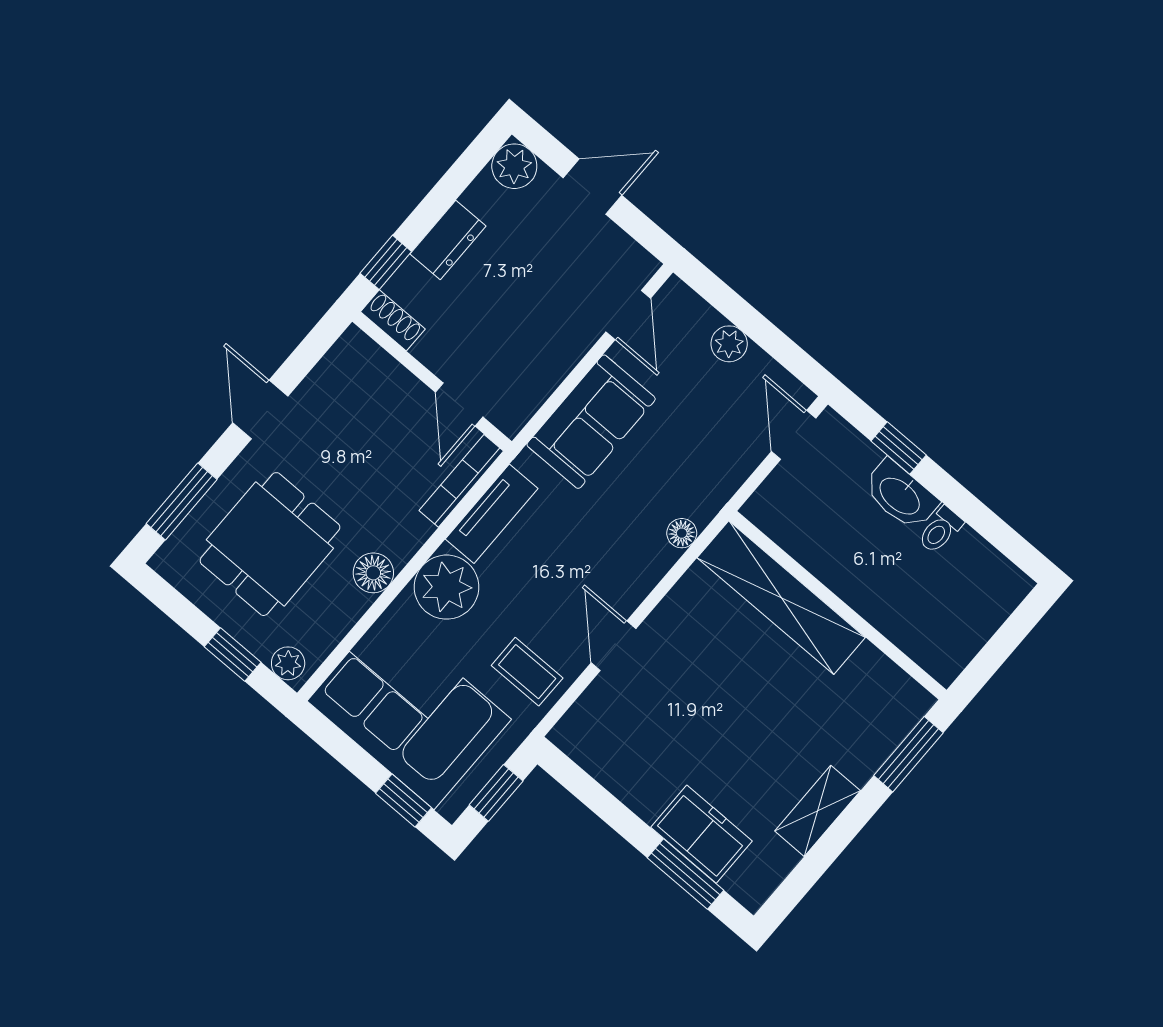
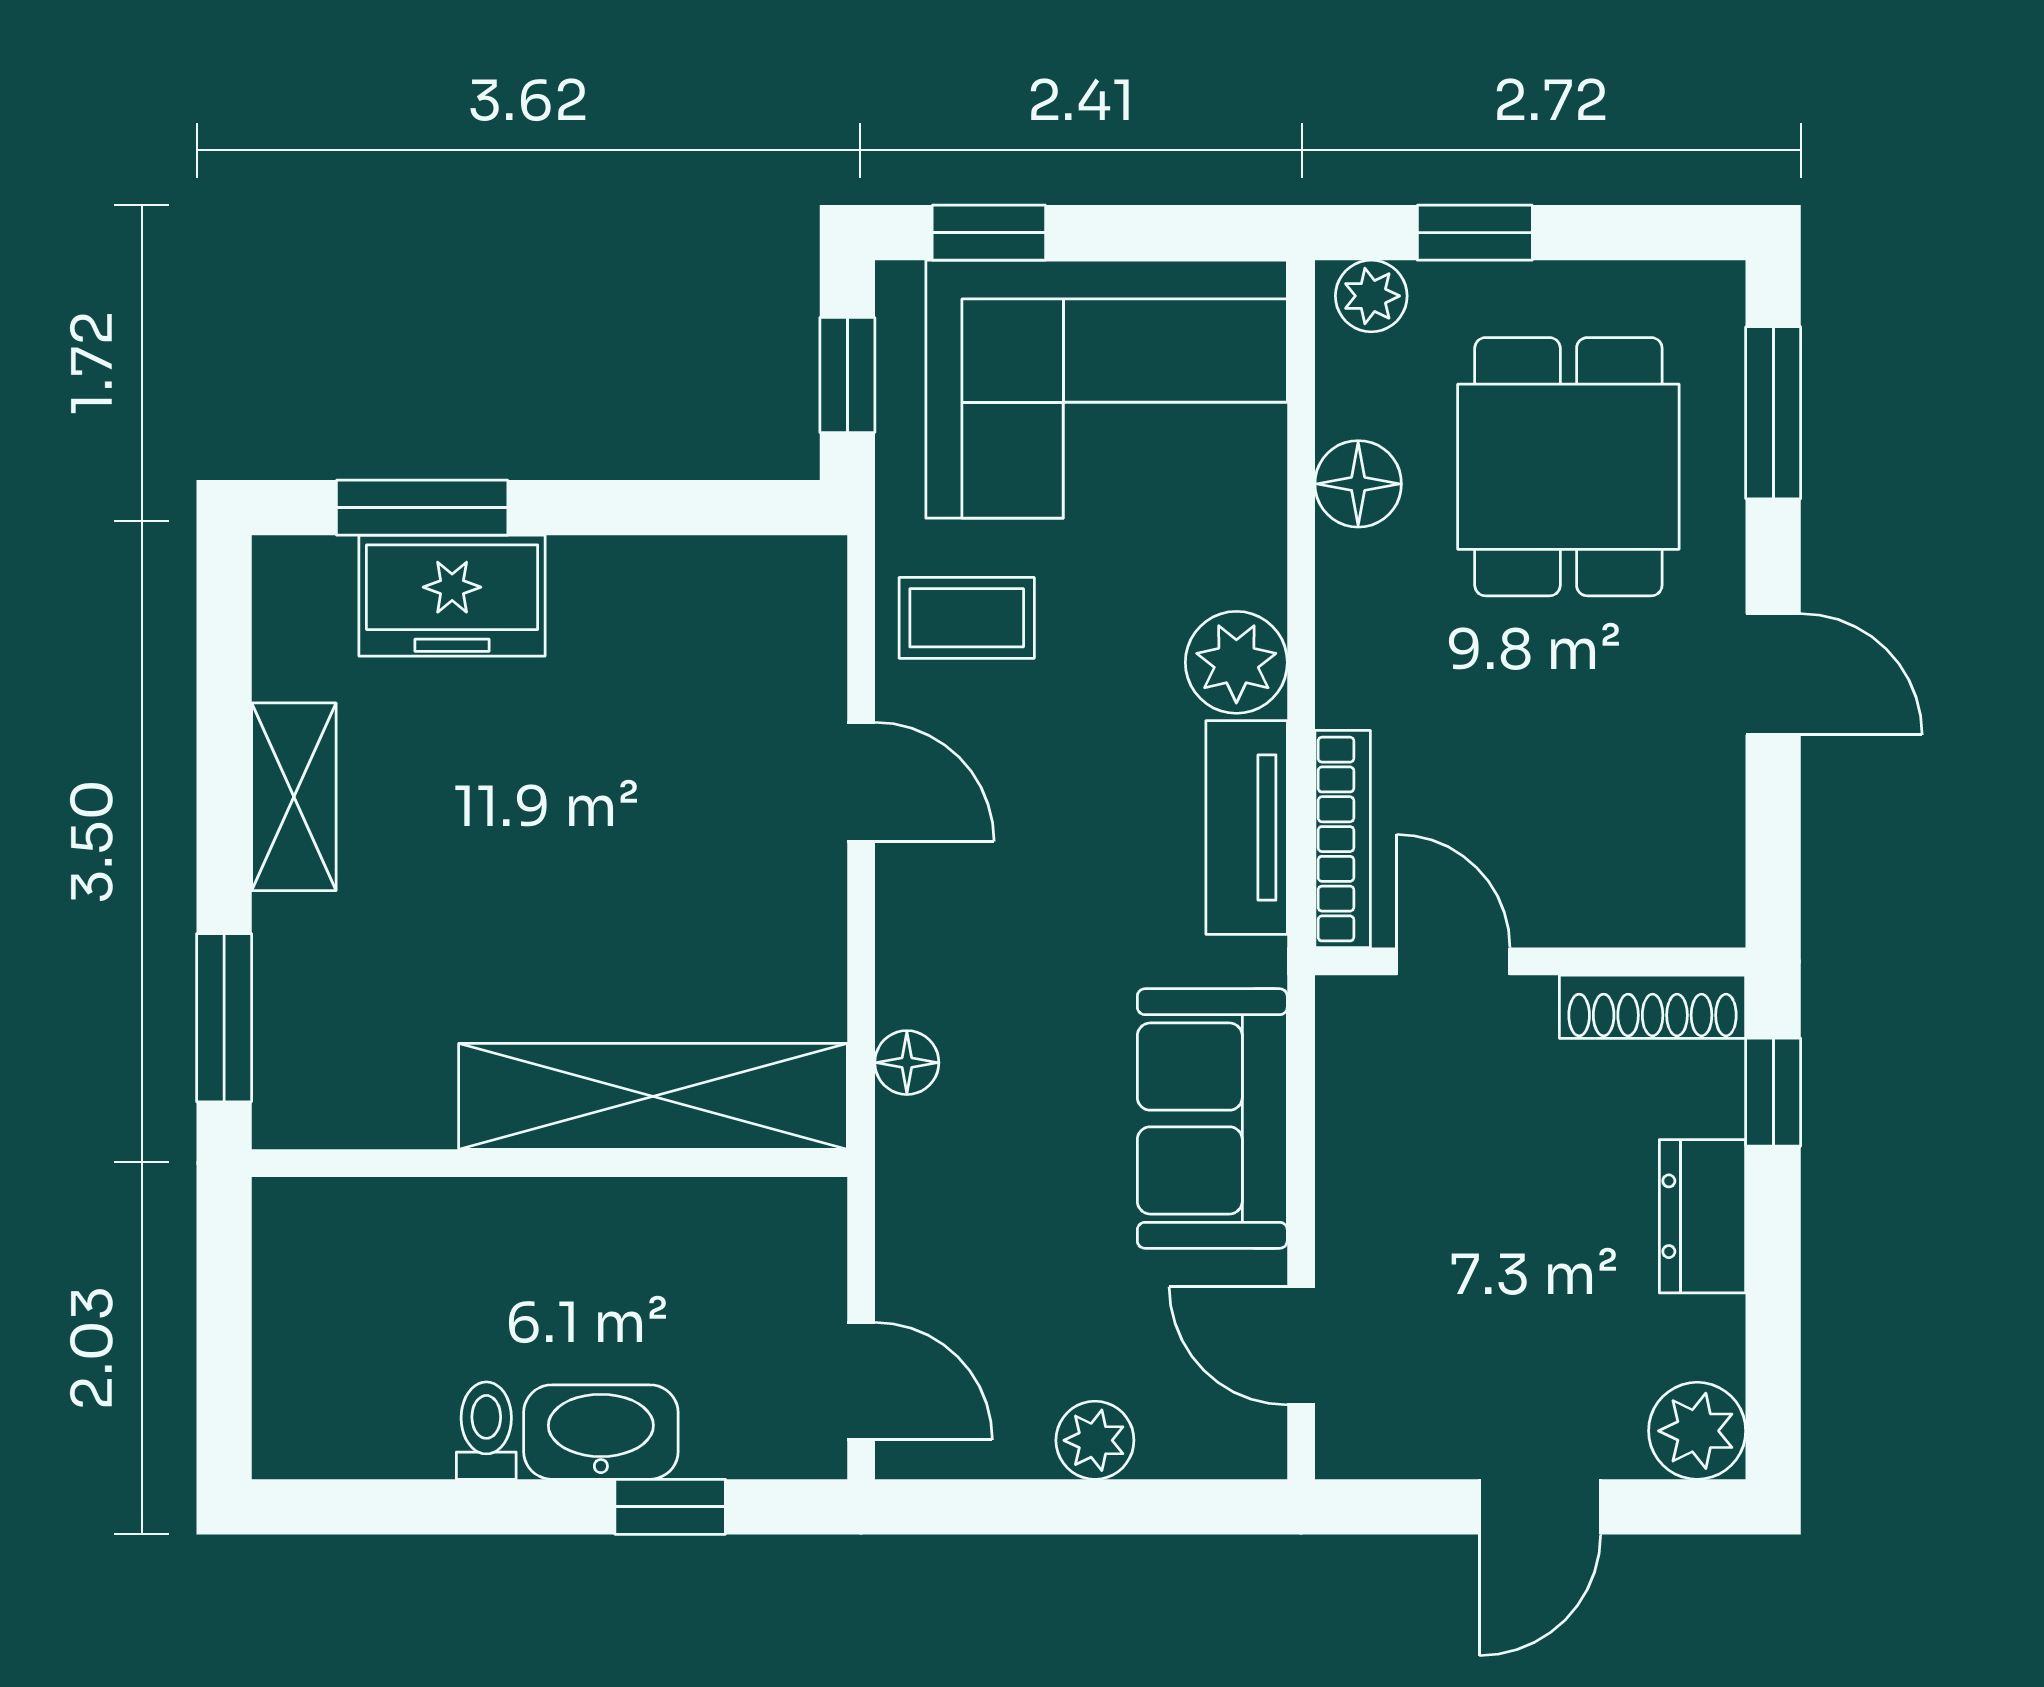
shoe rack: (393, 320) -> (1653, 1007), width x1.43
floor lamp: (373, 573) -> (1358, 484), moved
plant: (447, 587) -> (1236, 662), width x0.73, depth x0.73

